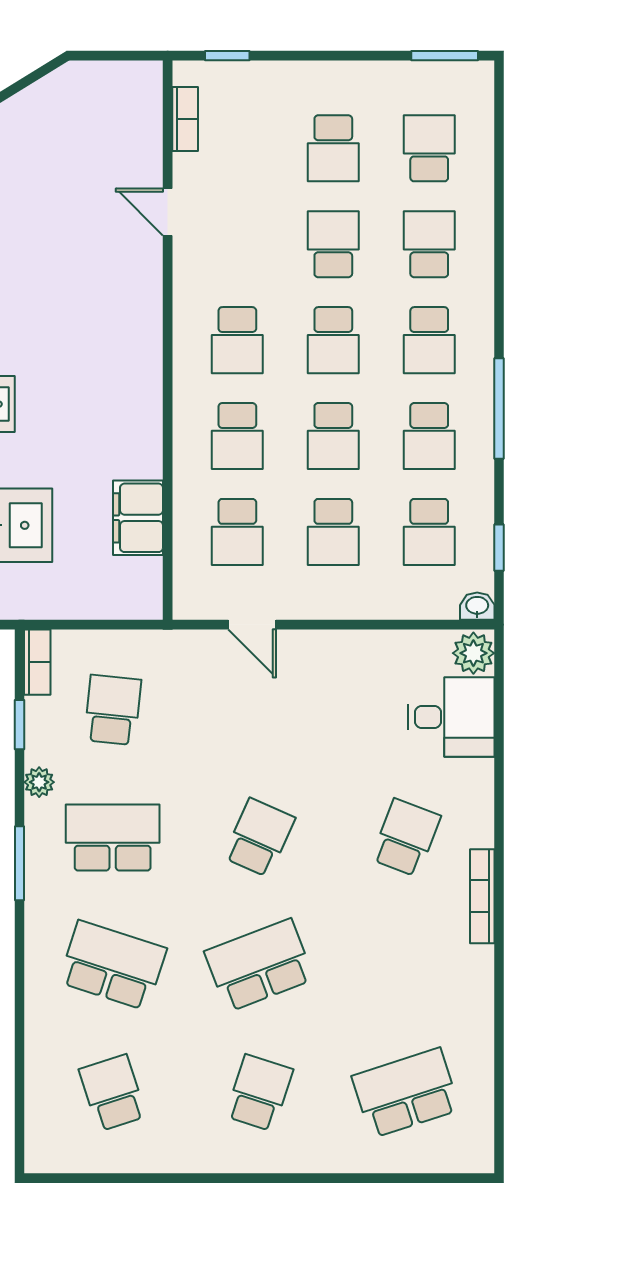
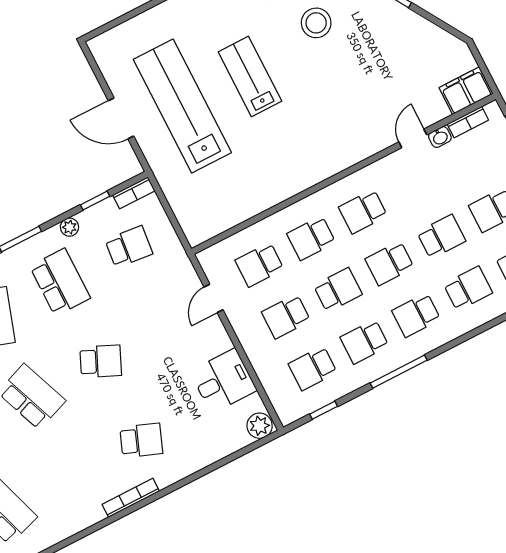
school desk: (333, 436) -> (338, 290), turned 180
filing cabinet: (138, 518) -> (466, 91), moved
washbasin: (477, 606) -> (440, 137), moved, turned 90
desk: (451, 717) -> (223, 381), moved, turned -90

